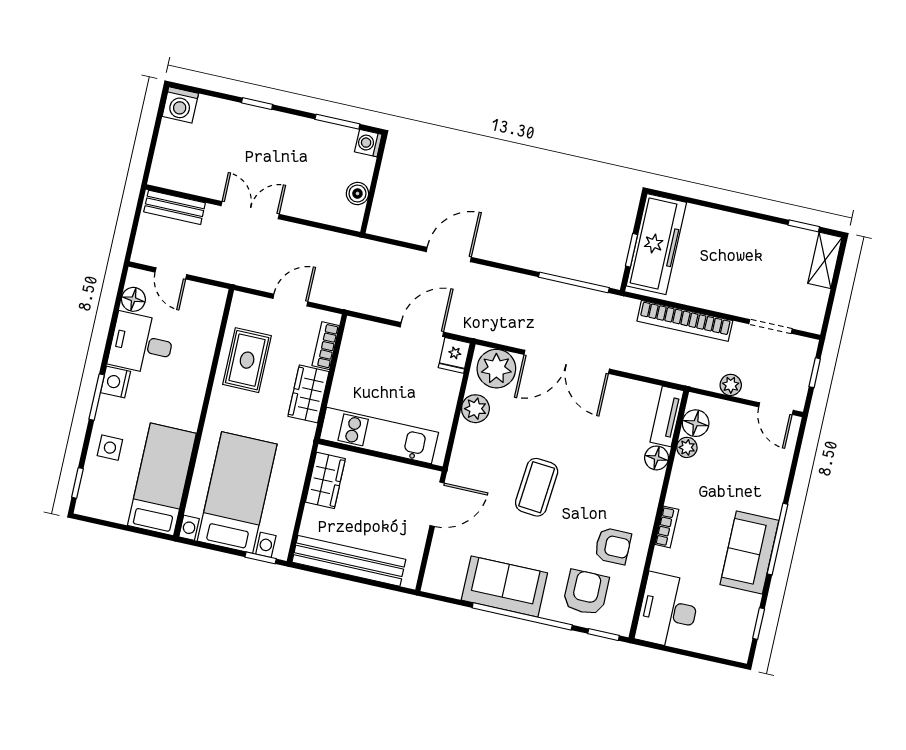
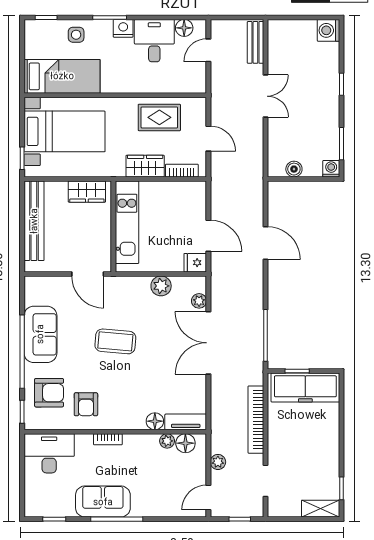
plant: (496, 369) -> (199, 301), width x0.53, depth x0.53

